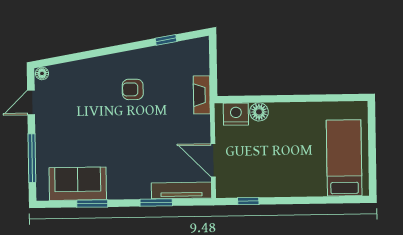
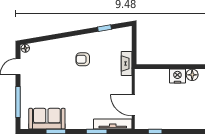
floor lamp: (259, 112) -> (192, 75), moved
nightstand: (236, 114) -> (177, 76), moved

